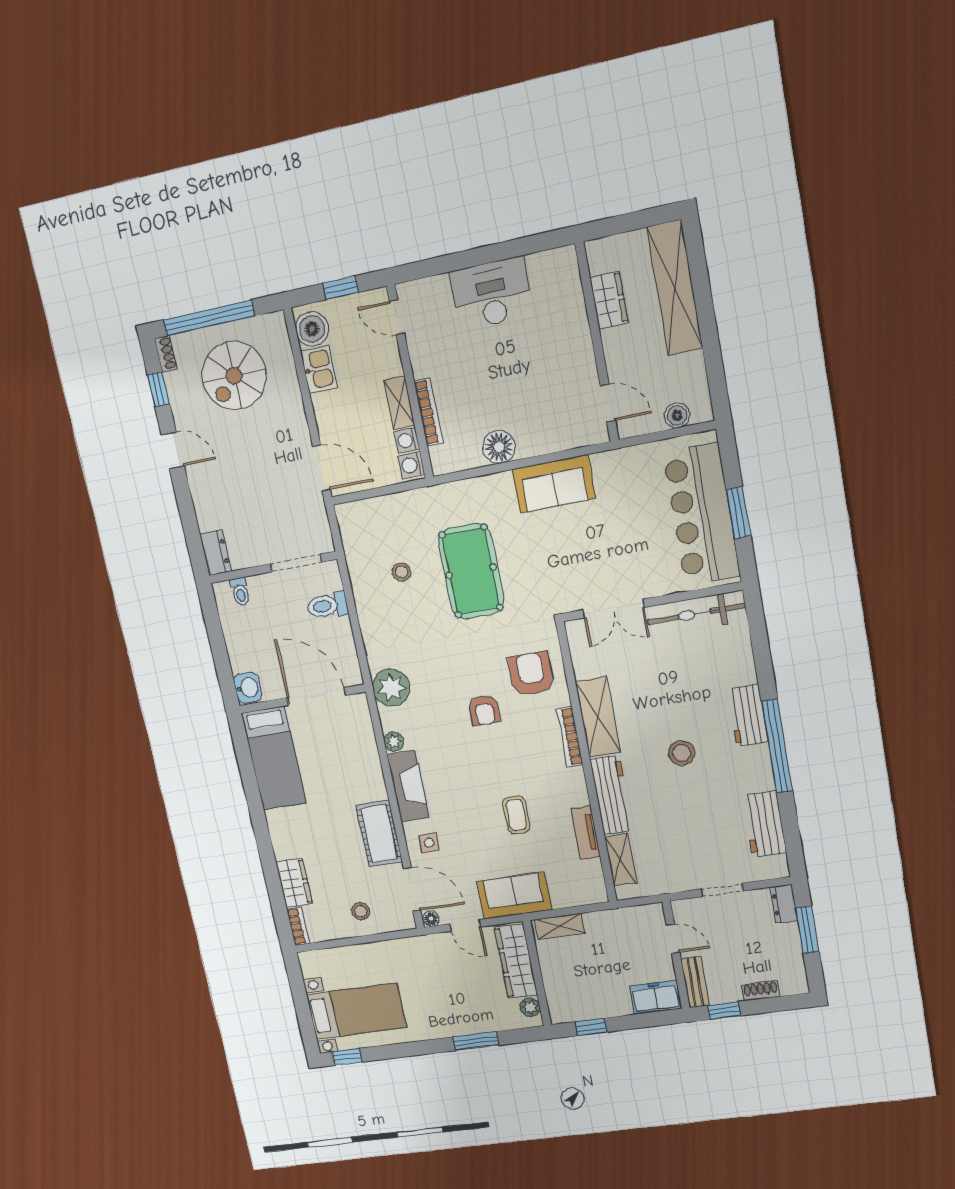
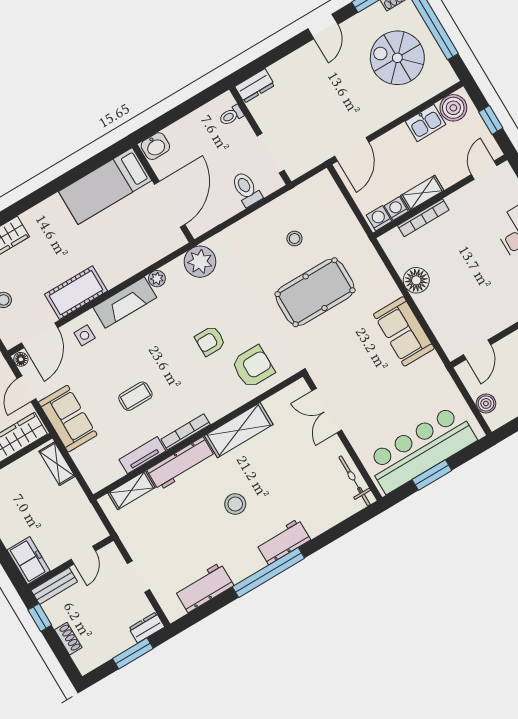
bicycle: (696, 614) -> (354, 481), width x0.73, depth x0.71
bookcase: (570, 737) -> (186, 432), moved

